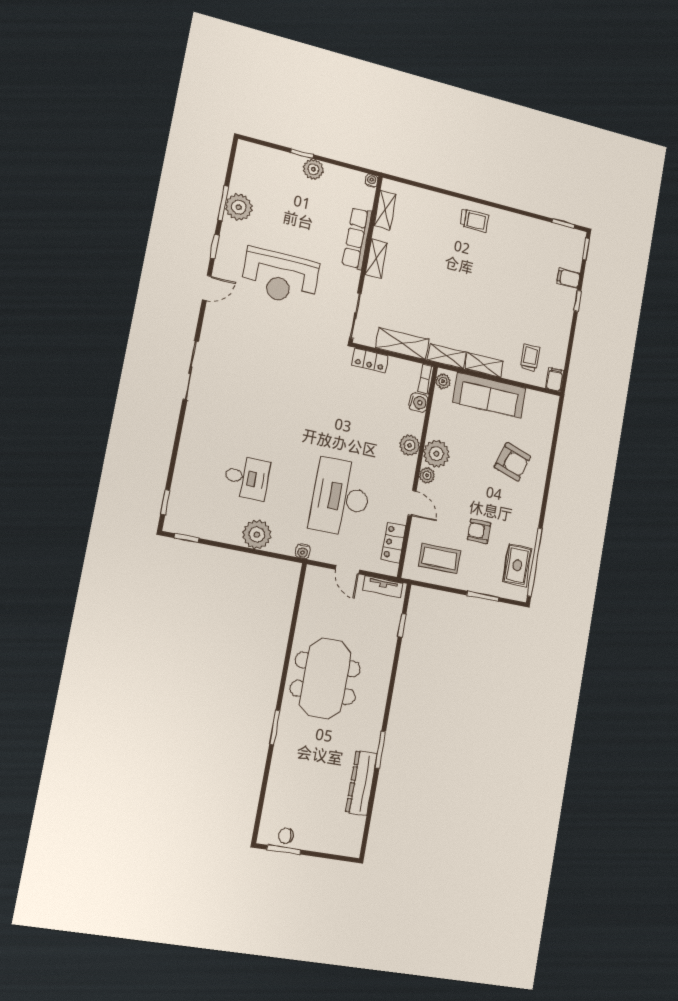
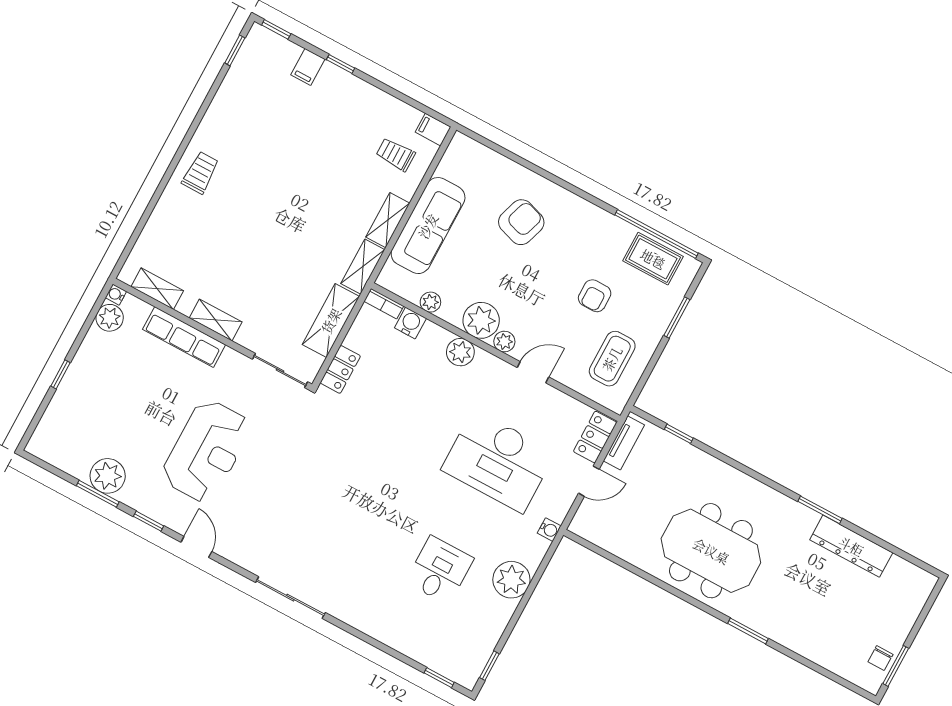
plant: (313, 169) -> (110, 318), moved
plant: (443, 381) -> (430, 302), moved
locker: (394, 542) -> (595, 437), moved, turned 90

